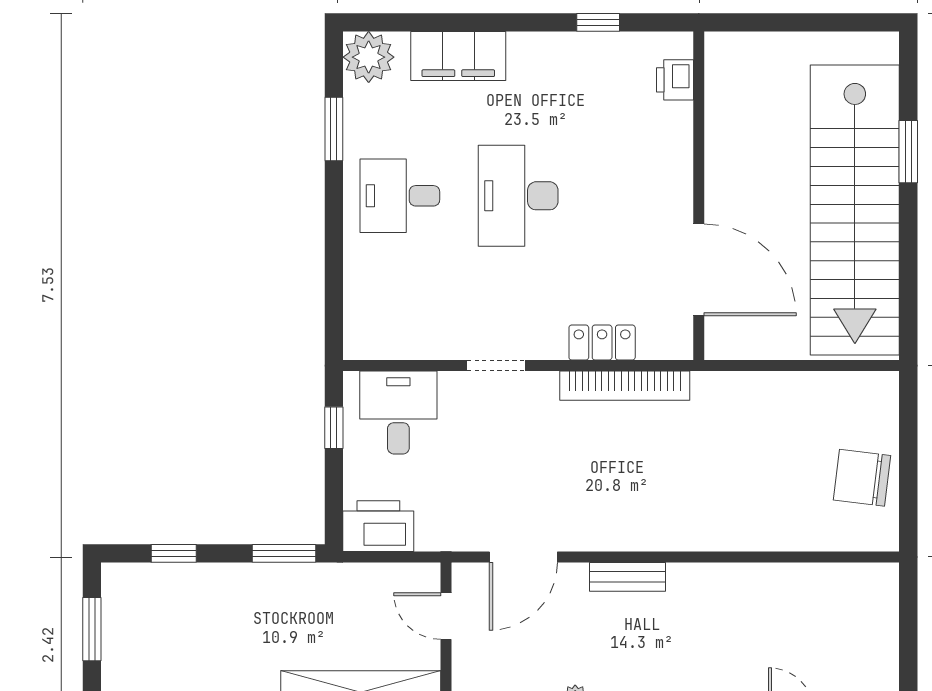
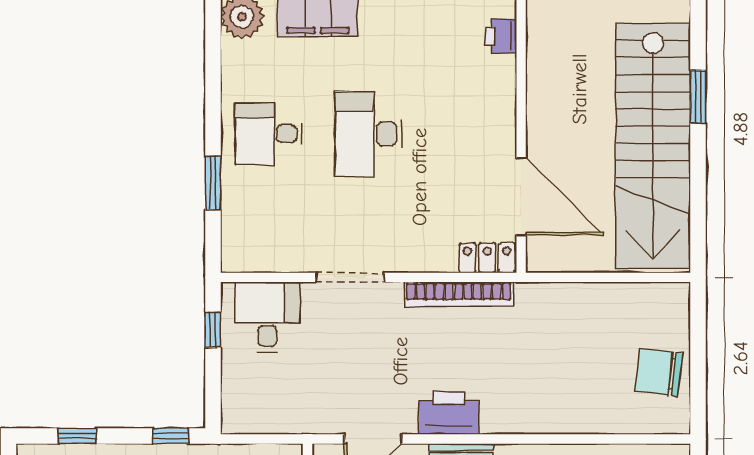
window: (334, 129) -> (213, 183), moved
locker: (602, 343) -> (487, 258), moved
doorway: (496, 366) -> (350, 277), width x1.38
printer: (378, 526) -> (449, 413), moved
window: (284, 553) -> (171, 436), width x0.67

